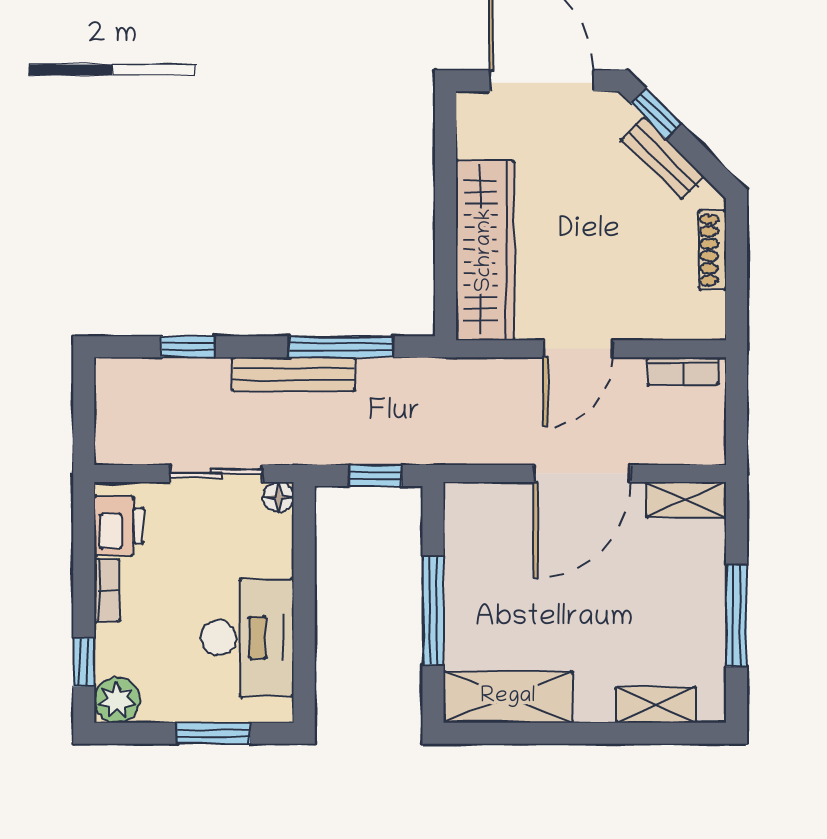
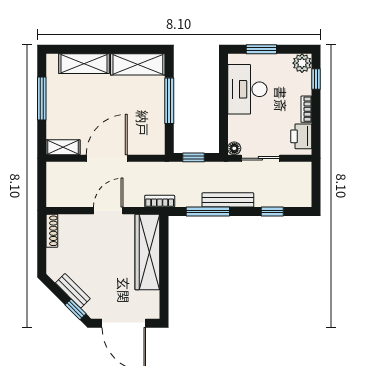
shoe rack: (713, 250) -> (52, 231), moved
bookcase: (683, 371) -> (160, 201), moved
shelving: (656, 705) -> (84, 64), width x1.50, depth x1.33

